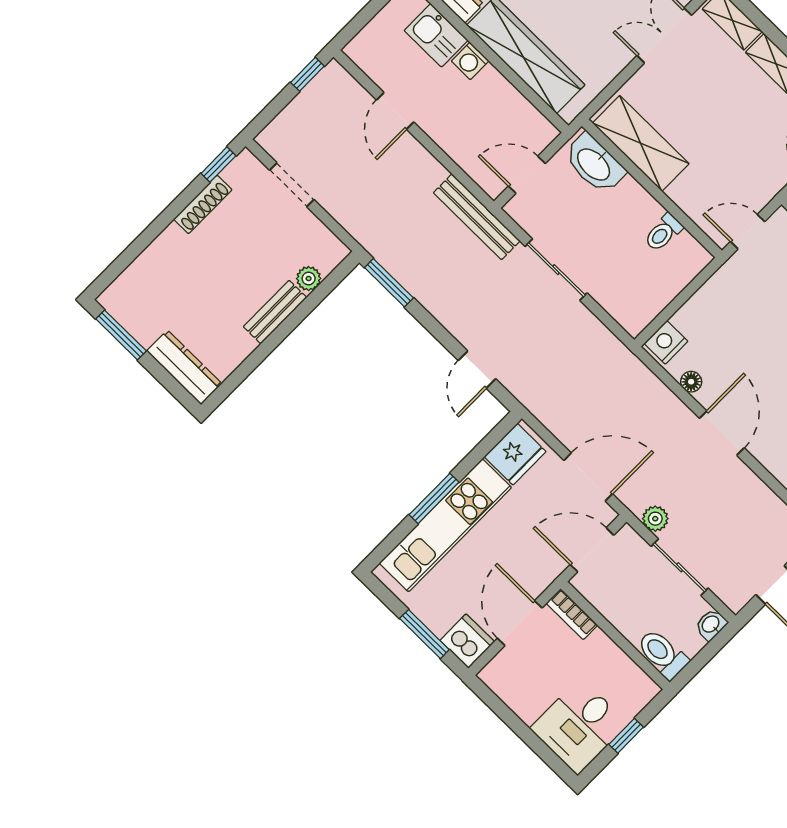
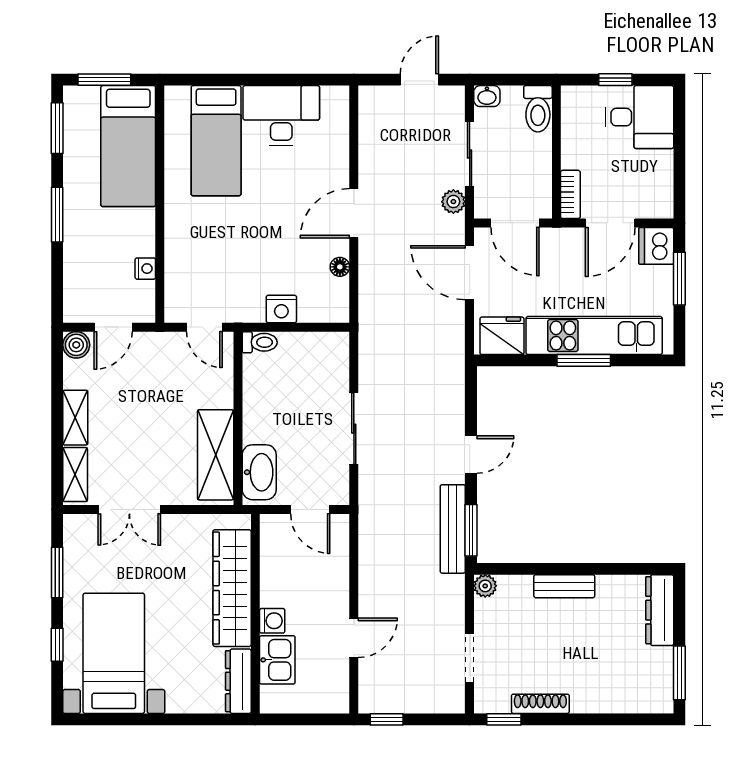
bench: (477, 217) -> (453, 529), moved
toilet: (663, 233) -> (260, 342), moved
plant: (309, 278) -> (485, 586), moved
nightstand: (666, 342) -> (281, 309), moved
door: (477, 370) -> (471, 455), moved

